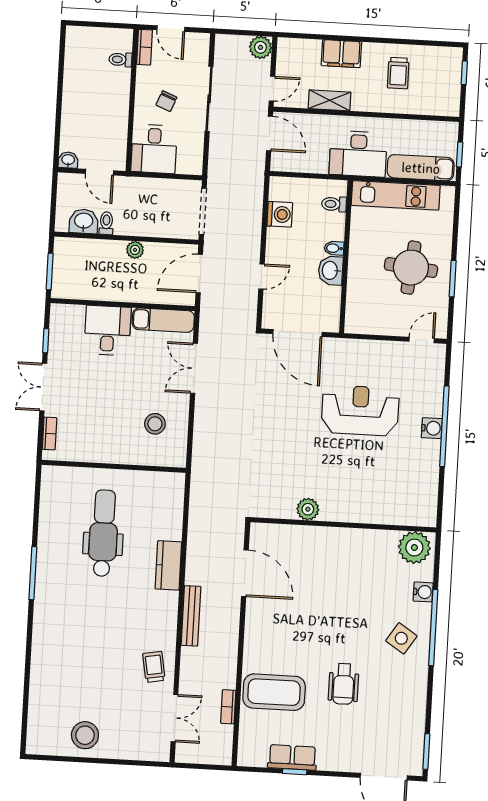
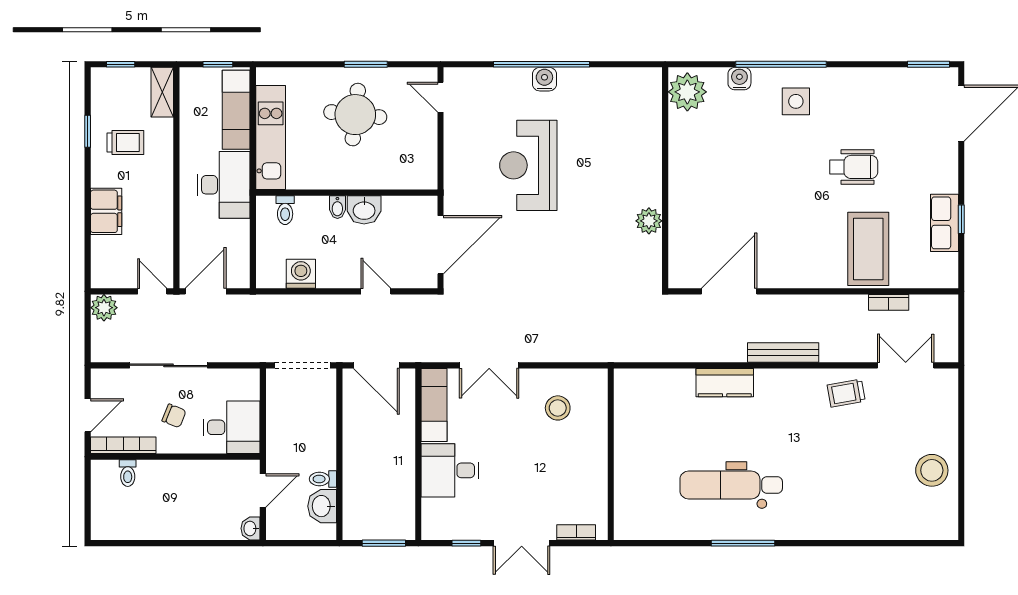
window: (410, 42) -> (88, 131), added
bookcase: (145, 47) -> (123, 445), width x1.56
shelving: (330, 100) -> (162, 92), moved
plant: (135, 250) -> (353, 443), removed
dental chair: (103, 533) -> (731, 485), moved
side table: (401, 638) -> (796, 101), turned -33

